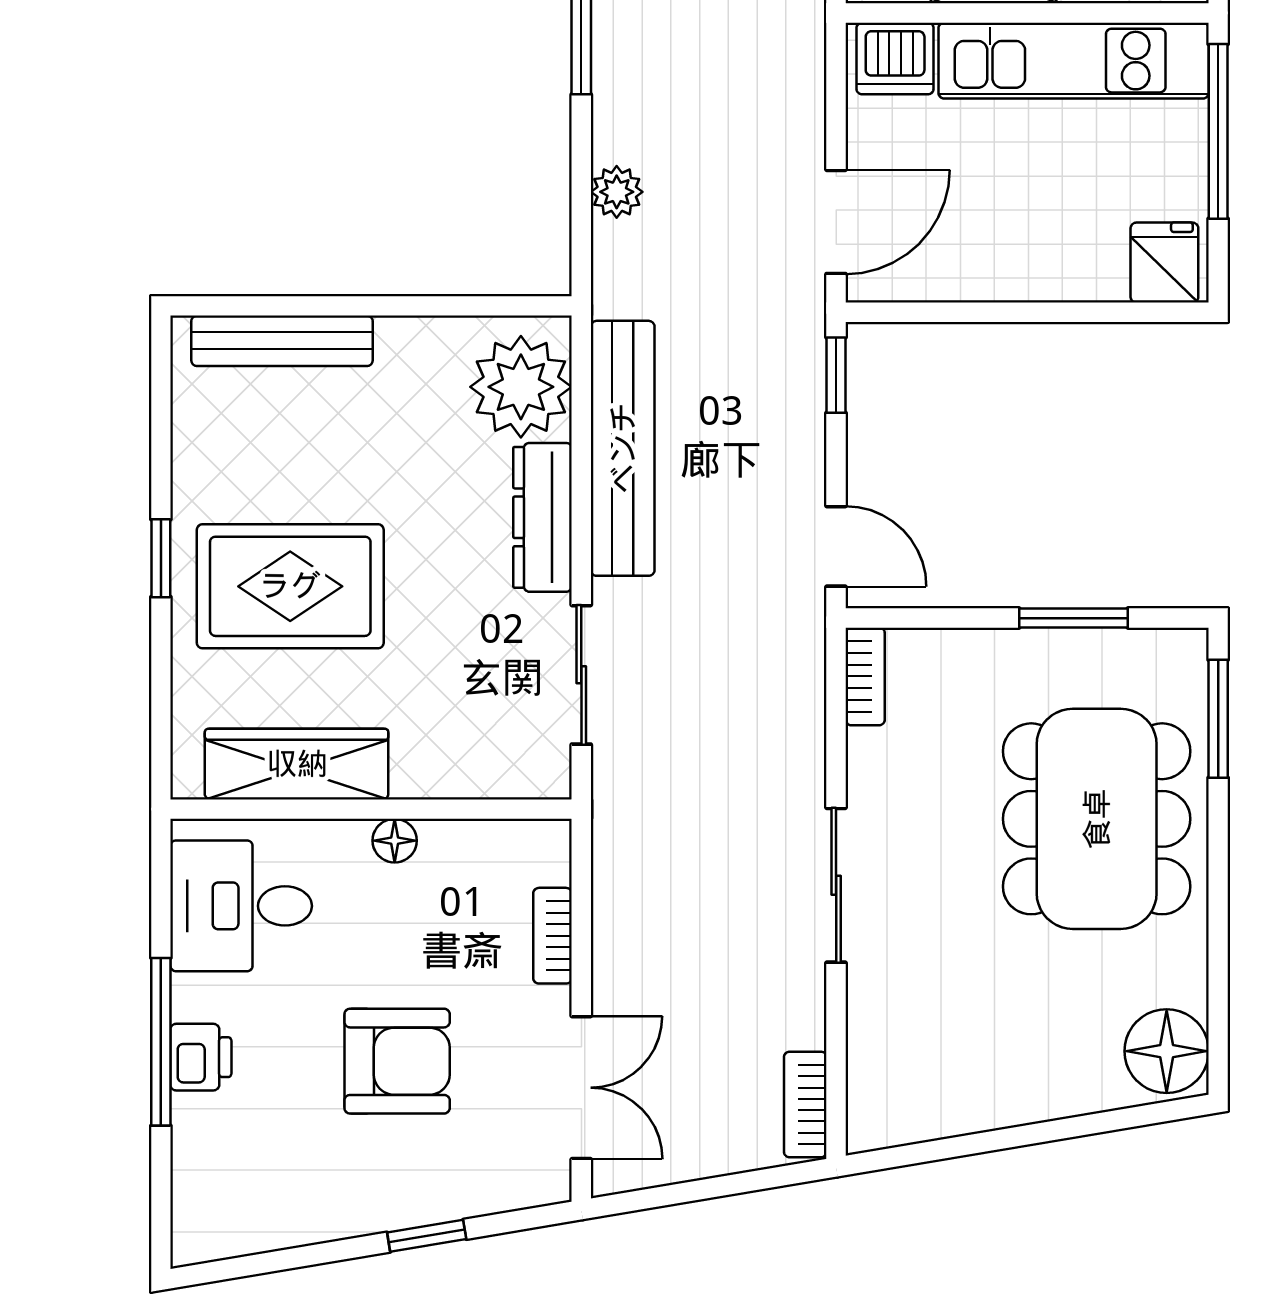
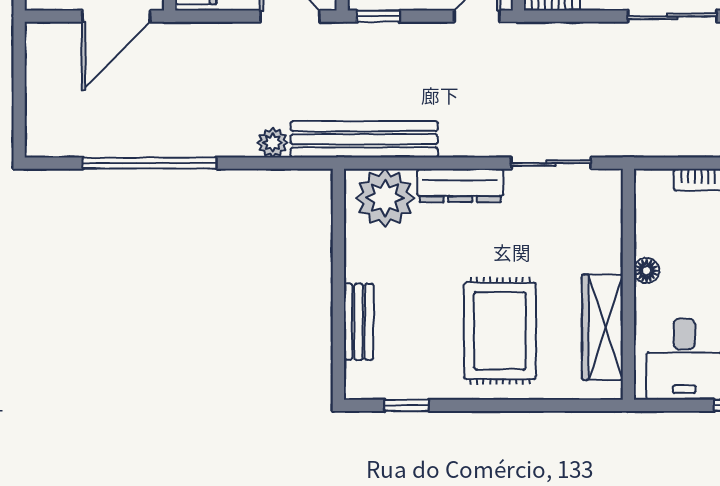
bench: (282, 341) -> (359, 322), width x0.73
bench: (623, 448) -> (364, 139), moved
window: (161, 558) -> (407, 405), moved

